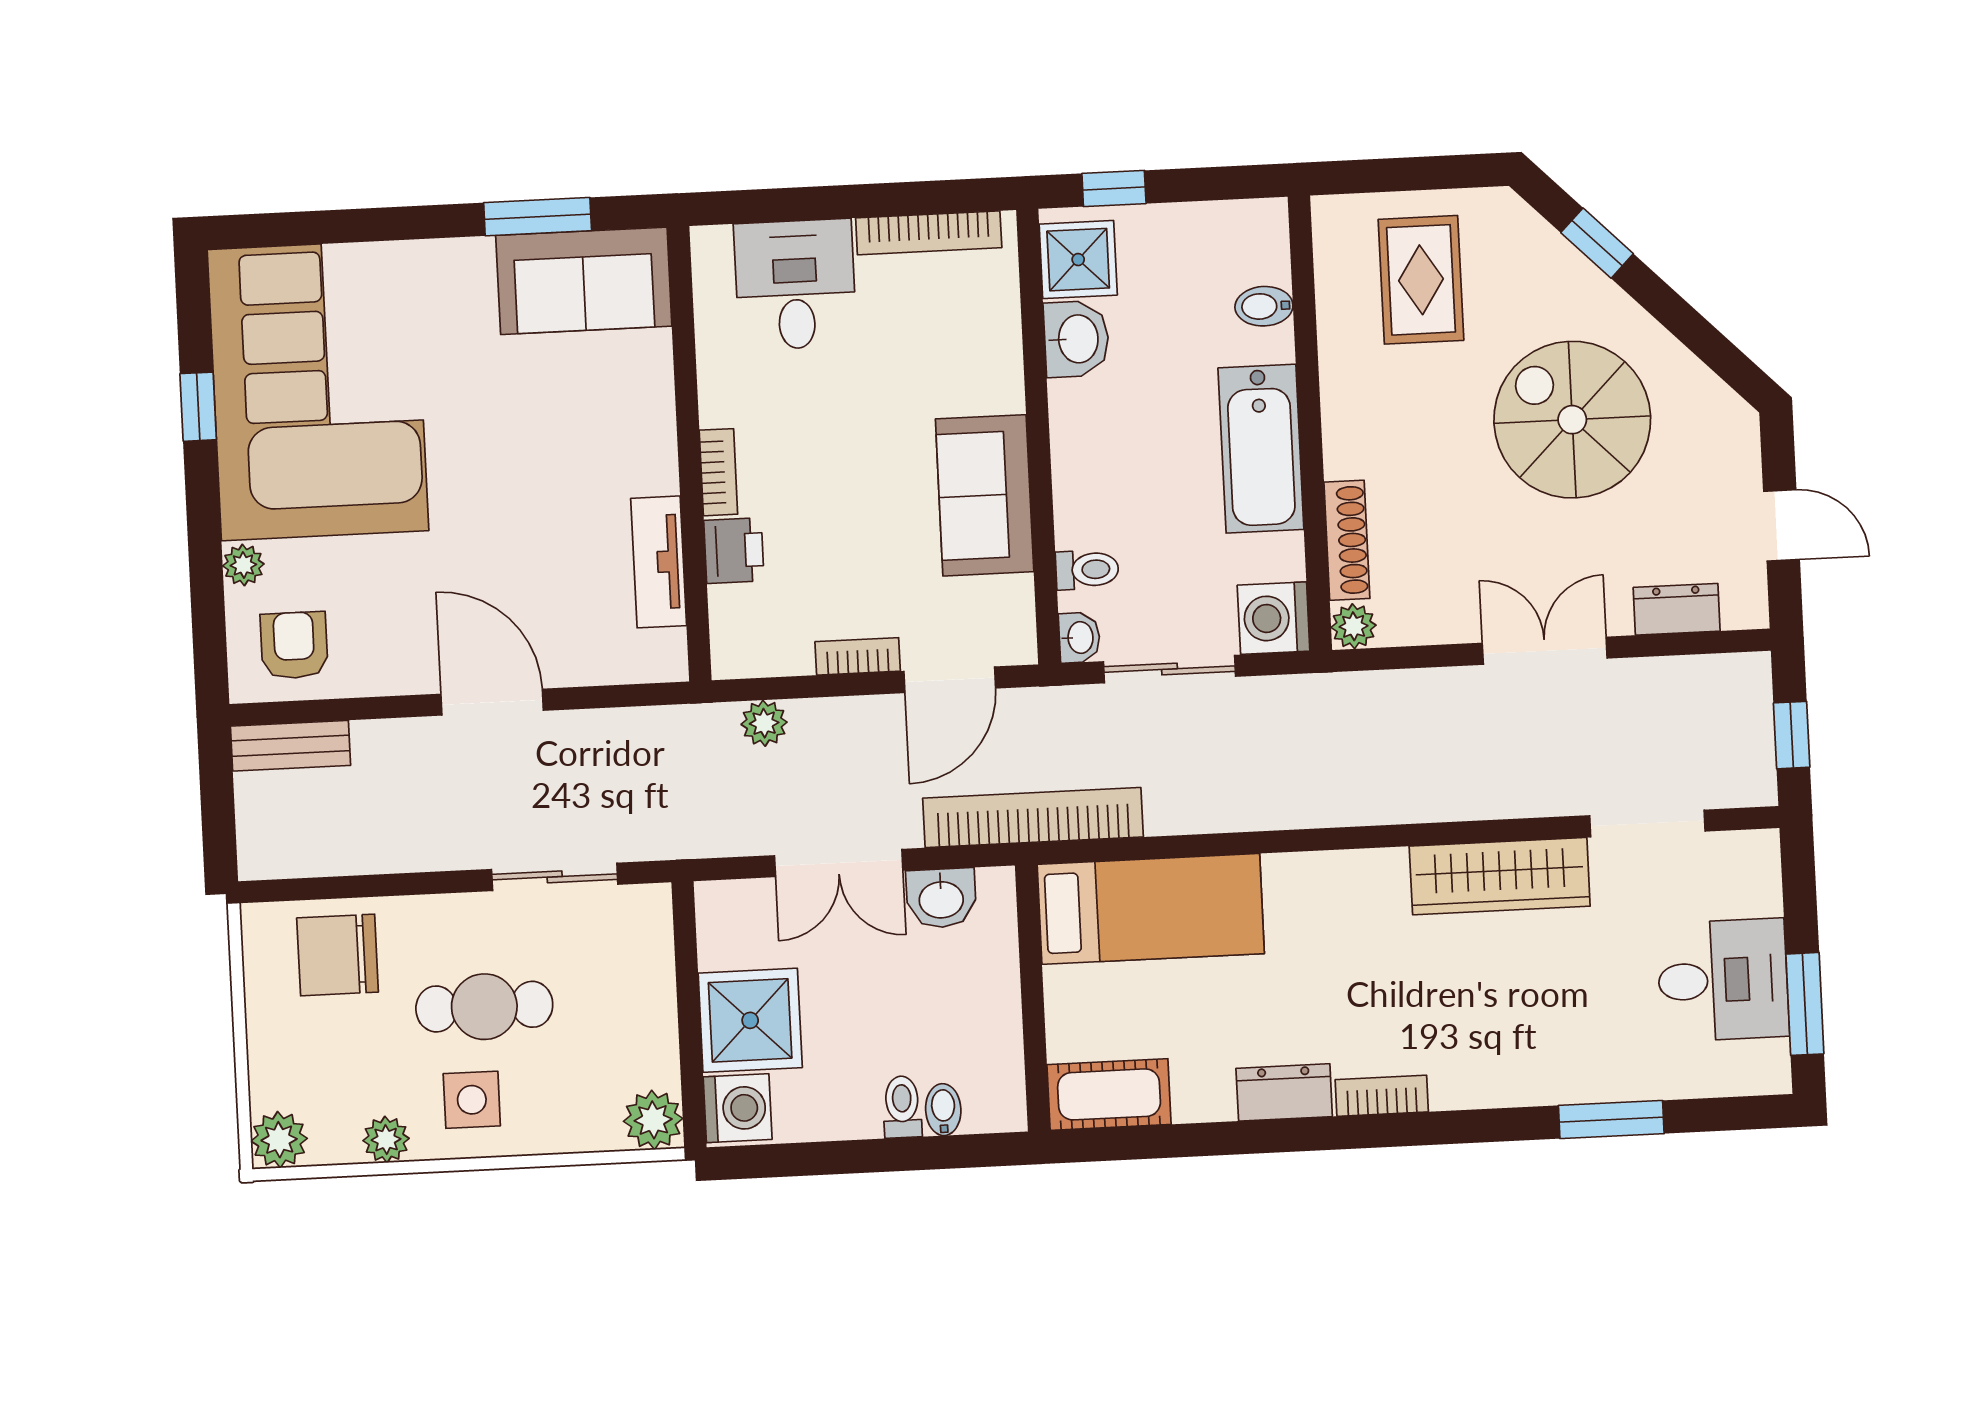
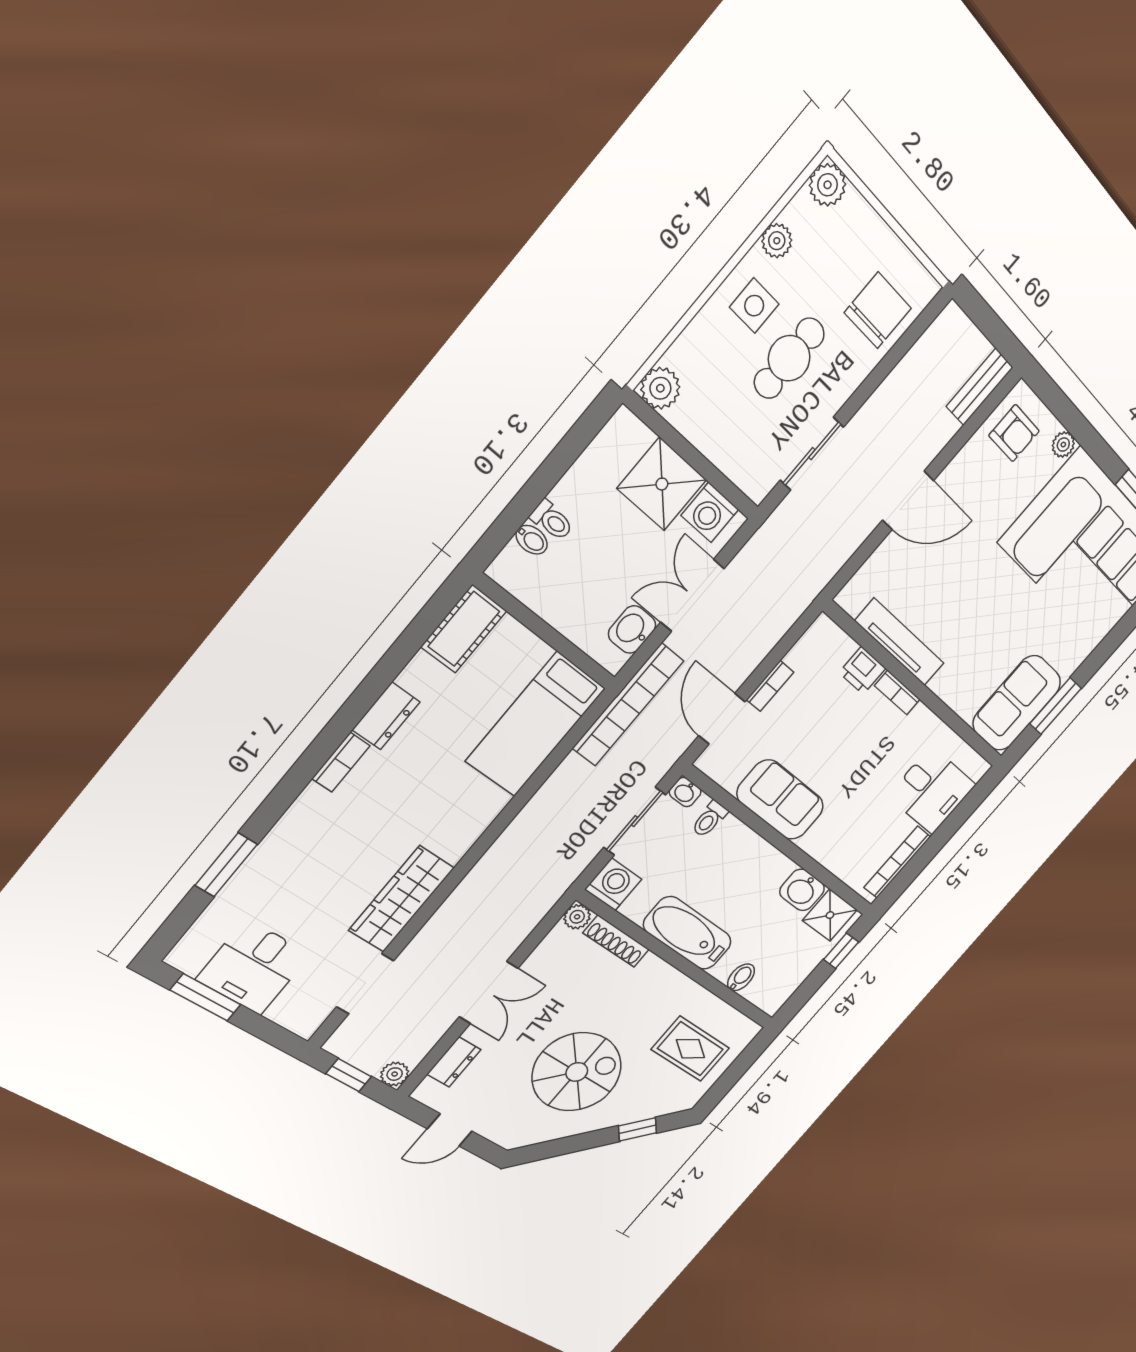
tv unit: (659, 562) -> (900, 642), width x1.41
plant: (764, 723) -> (395, 1074), moved
washing machine: (738, 1108) -> (710, 512), moved

